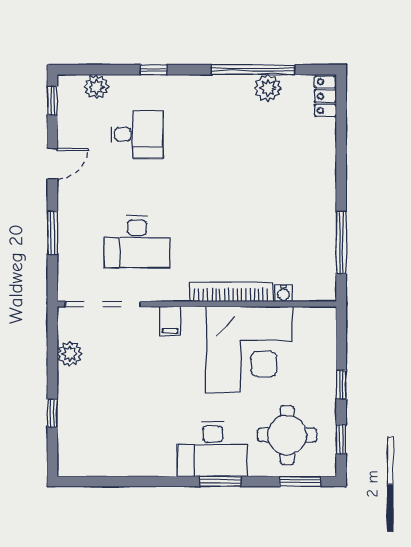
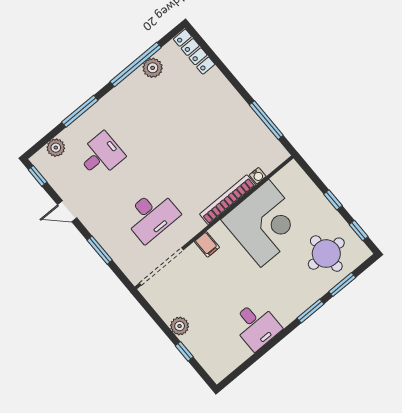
window: (153, 70) -> (80, 111), width x2.17
locker: (325, 96) -> (194, 52), width x1.53
door: (52, 163) -> (67, 211), swing flipped
plant: (70, 354) -> (180, 326), moved
desk: (213, 449) -> (256, 325), moved, width x0.73
window: (300, 481) -> (342, 285), moved

